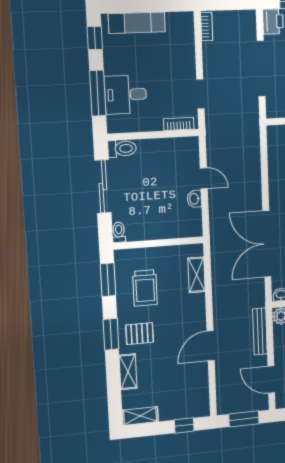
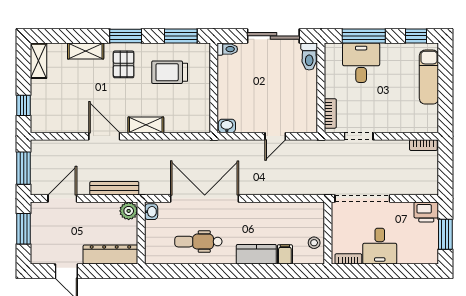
doorway: (261, 68) -> (362, 198), moved
washbasin: (194, 199) -> (227, 126), moved
shelving: (197, 275) -> (146, 125), moved

